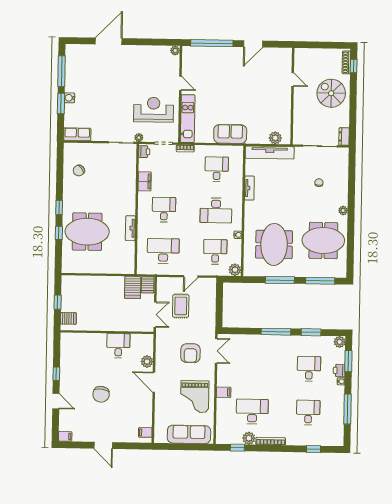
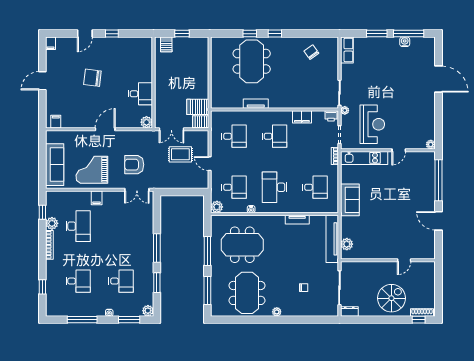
water cooler: (70, 98) -> (405, 42), moved
desk: (163, 251) -> (234, 136), width x0.73
plant: (147, 362) -> (146, 122), moved
printer: (339, 370) -> (120, 311), removed

